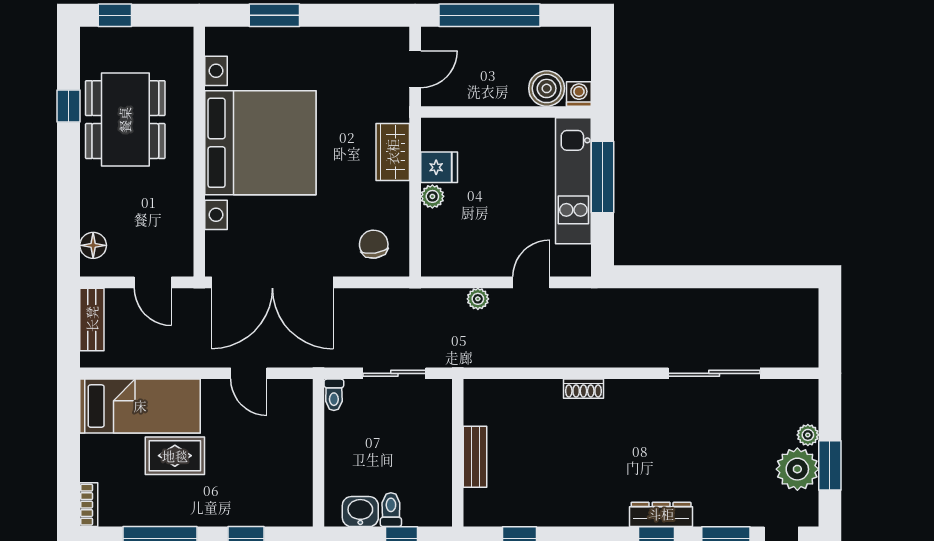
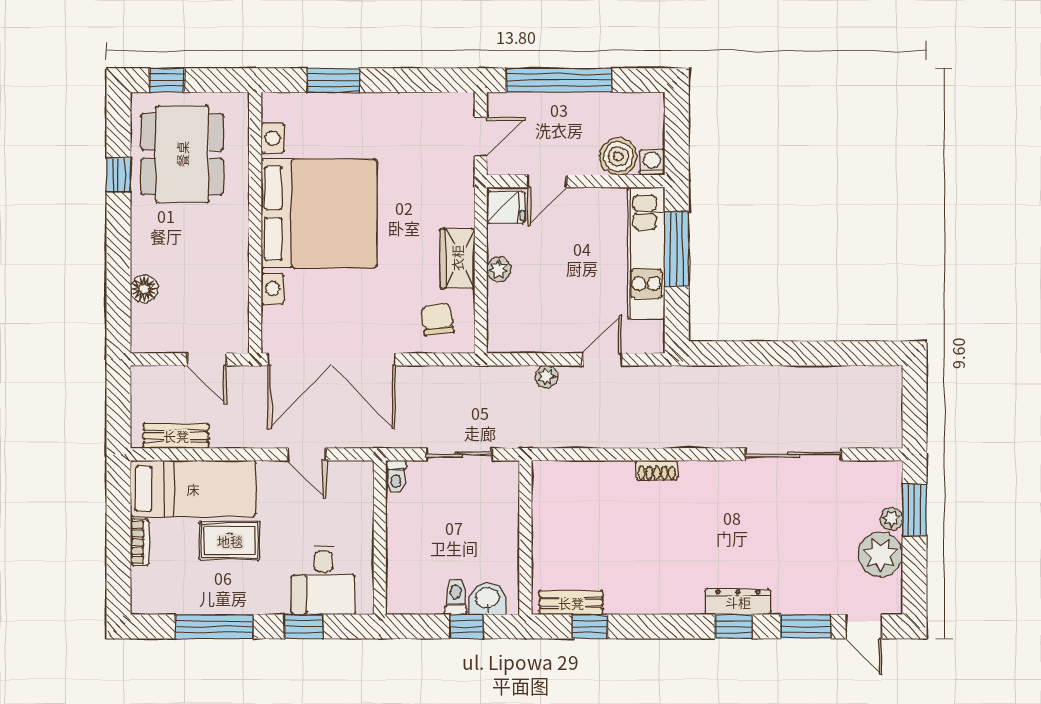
door: (479, 112) -> (547, 181), added
dining table: (125, 120) -> (182, 154), moved
wardrobe: (393, 152) -> (457, 258), moved
fridge: (439, 167) -> (506, 207), moved
floor lamp: (93, 245) -> (144, 289), moved
bench: (92, 319) -> (176, 436), moved, turned 90
bench: (475, 457) -> (571, 603), moved, turned 90
window: (830, 465) -> (914, 510), moved
desk: (265, 494) -> (323, 580), added
bookcase: (89, 505) -> (140, 542), moved
washbasin: (360, 512) -> (487, 599), moved

